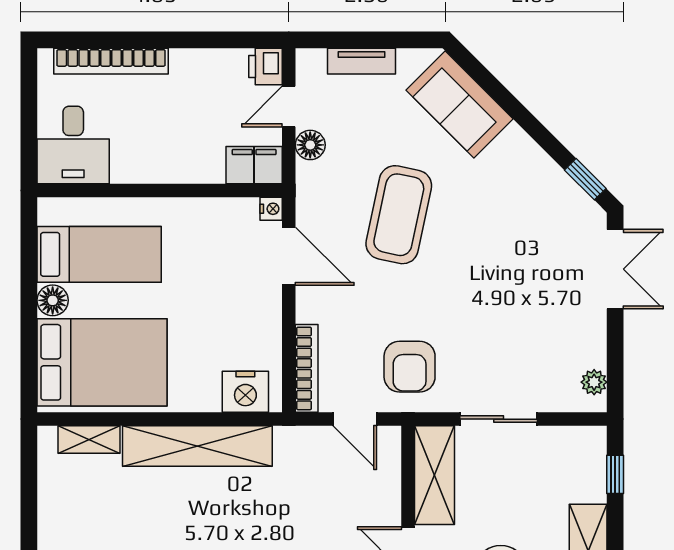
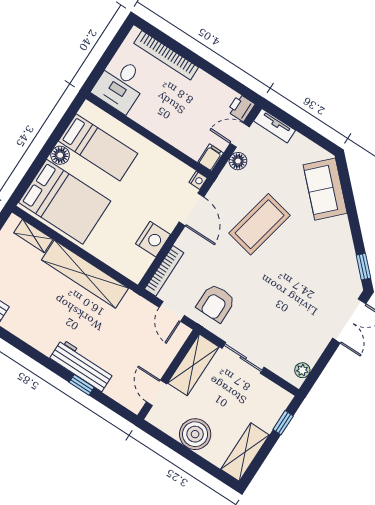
tv unit: (362, 61) -> (275, 126), moved
filing cabinet: (254, 165) -> (211, 158), width x0.50
nightstand: (245, 392) -> (153, 239), moved, turned -90

